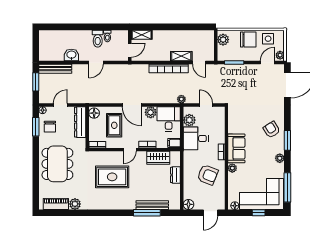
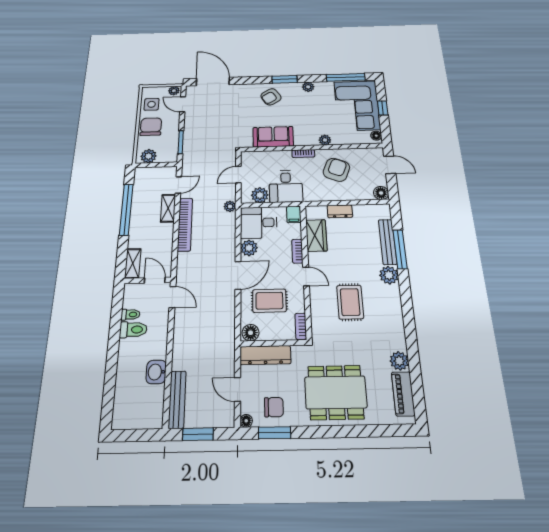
window: (181, 27) -> (126, 210), added
door: (96, 63) -> (172, 297), moved
sofa: (236, 148) -> (273, 137), moved
rug: (112, 177) -> (350, 302), width x0.73, depth x0.70
plant: (129, 203) -> (389, 275), added

